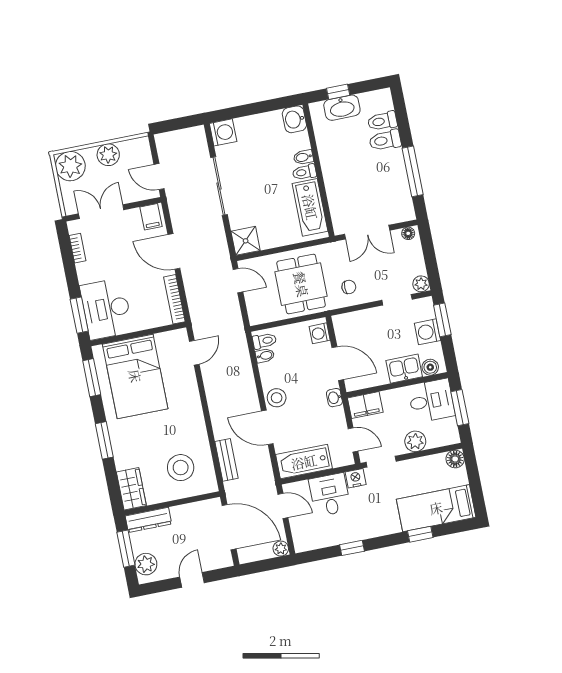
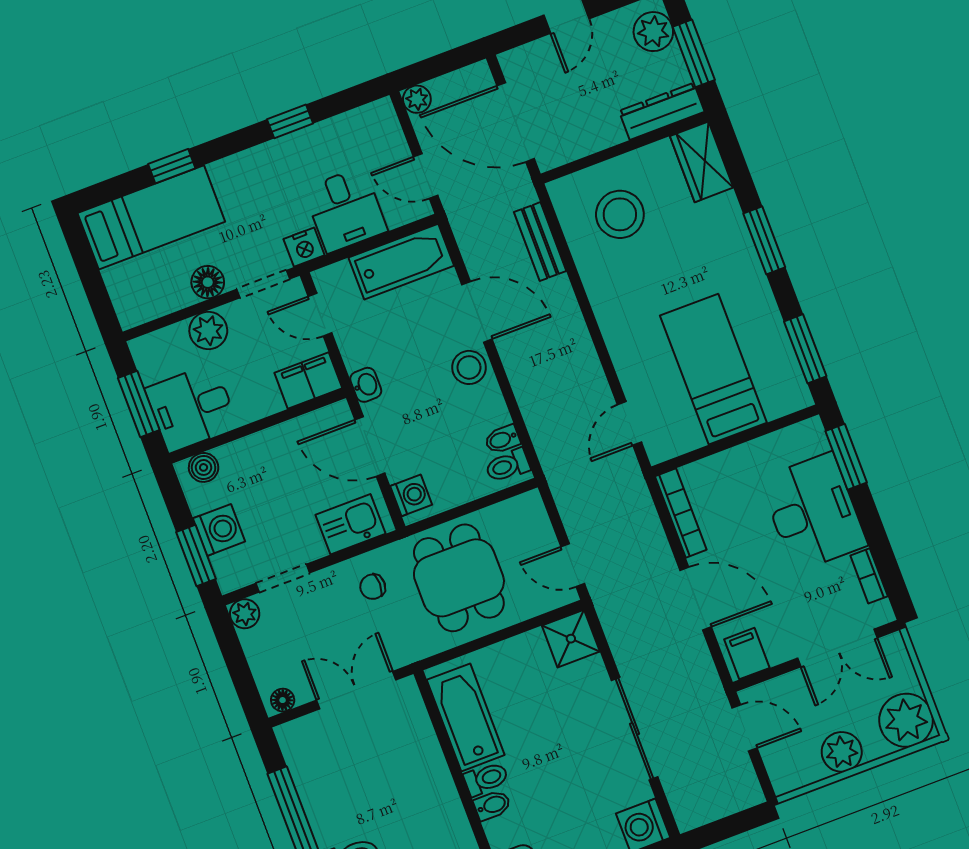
desk: (106, 309) -> (813, 512), moved
kitchen sink: (404, 369) -> (350, 524), moved, turned 180
bed: (135, 376) -> (713, 369), width x0.67
floor lamp: (455, 459) -> (208, 282), moved

